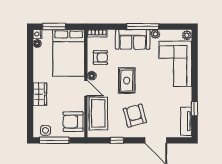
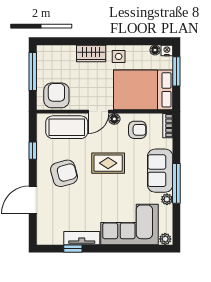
armchair: (100, 57) -> (137, 130), turned -90
tv unit: (186, 121) -> (82, 238), moved
side table: (45, 130) -> (119, 56), moved

